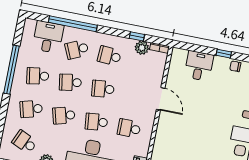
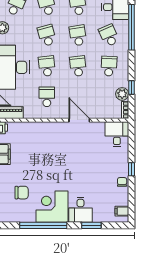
desk: (199, 66) -> (117, 134), moved, turned -90
door: (161, 99) -> (79, 120), swing flipped

